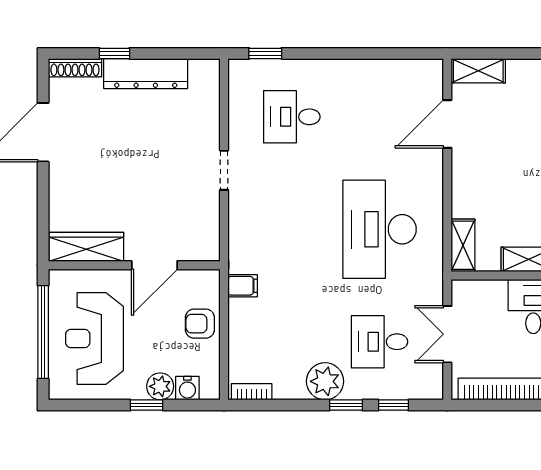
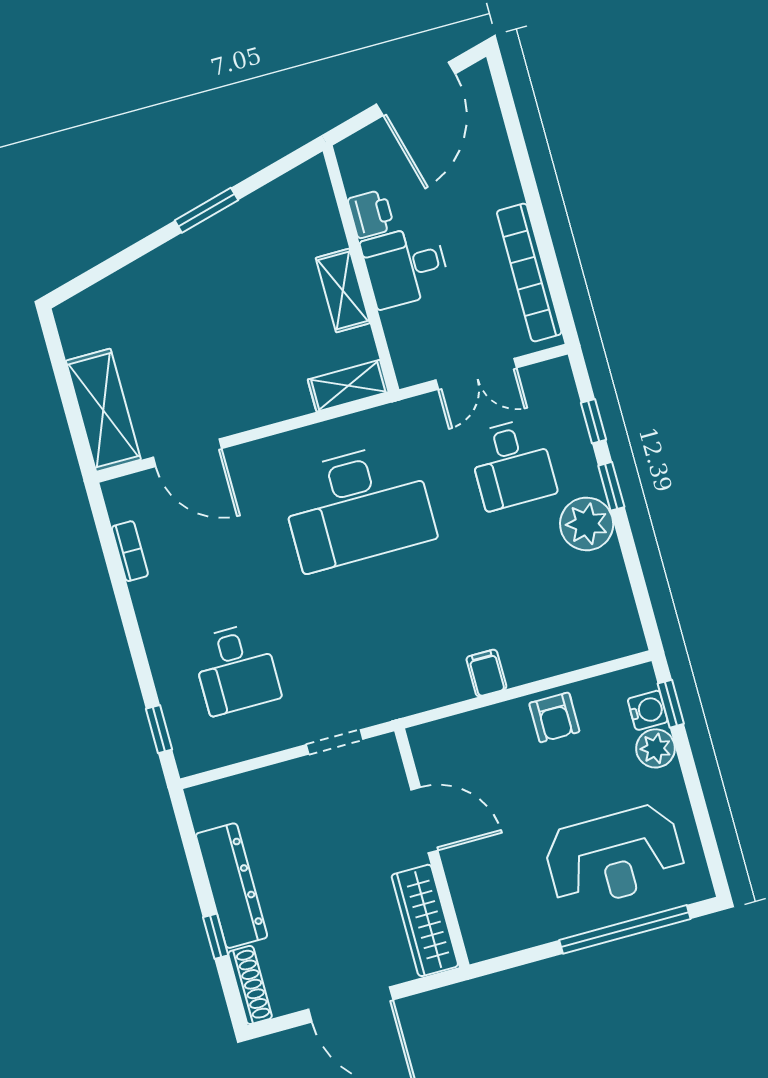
shelving: (478, 71) -> (103, 410), width x1.50, depth x1.33
wardrobe: (86, 247) -> (425, 920), moved
wall: (134, 265) -> (432, 848), moved
door: (154, 265) -> (424, 820), moved
bookcase: (252, 392) -> (130, 551), moved, turned 180
window: (147, 405) -> (671, 704), moved

